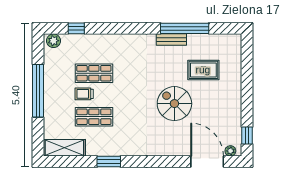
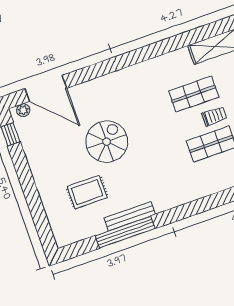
bench: (171, 40) -> (130, 216), width x1.36
spiral stairs: (174, 104) -> (107, 142), turned -90
window: (109, 162) -> (159, 49), removed

